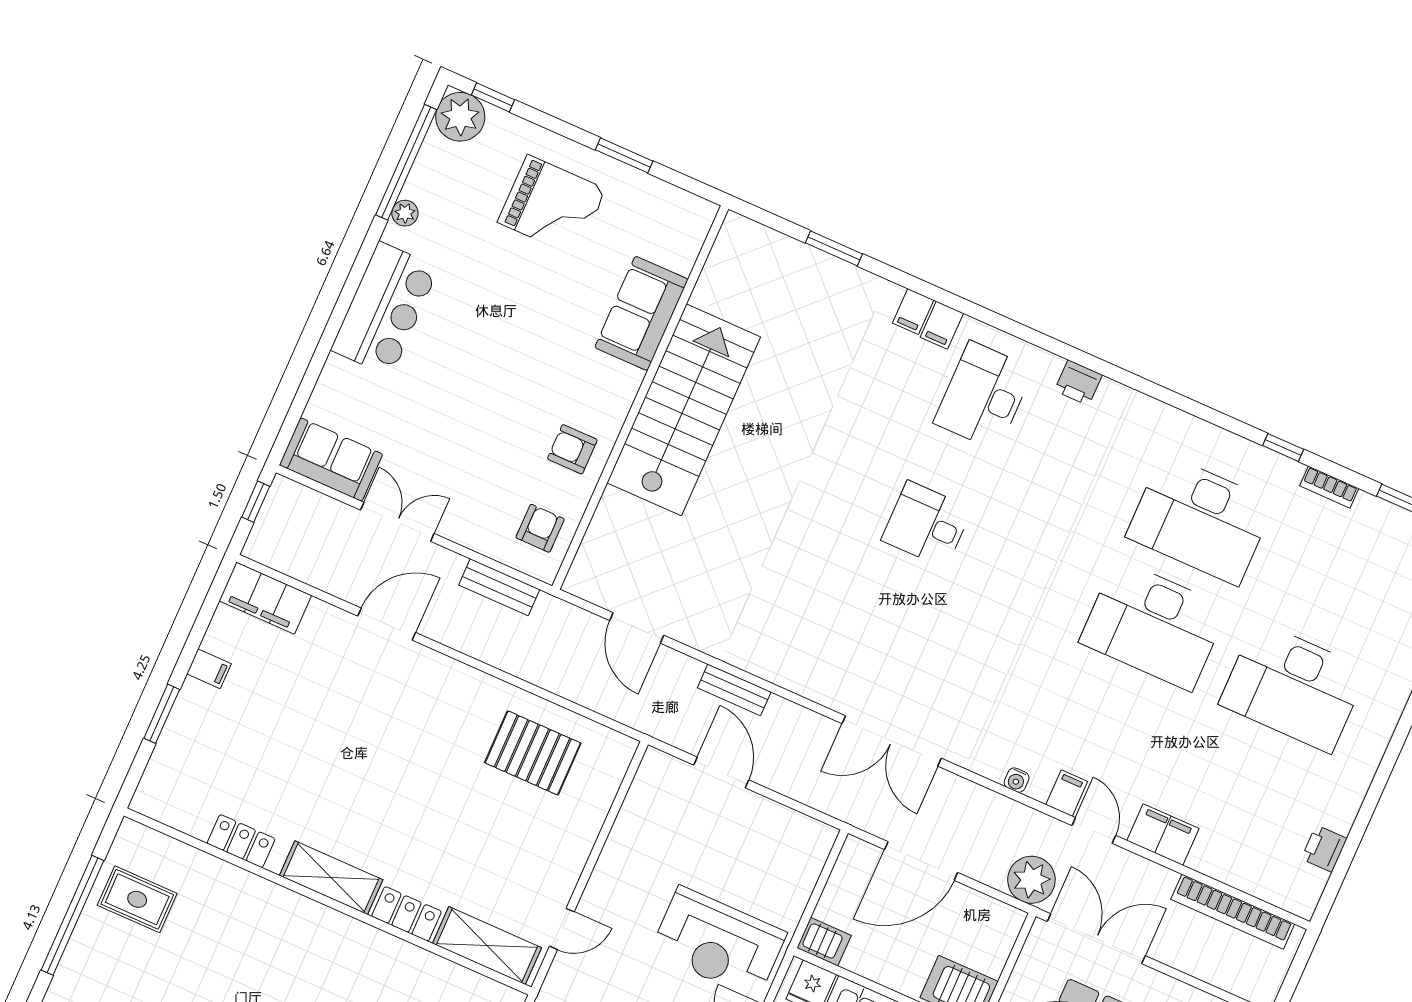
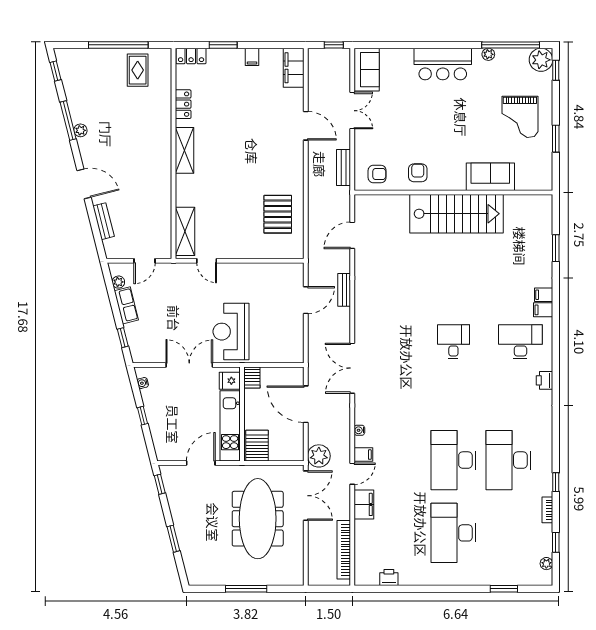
locker: (407, 914) -> (191, 56), moved, turned 90

